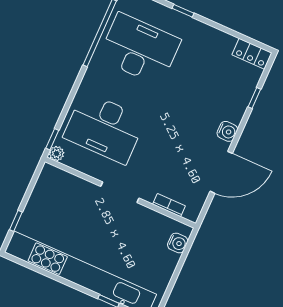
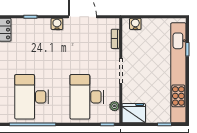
desk: (104, 128) -> (87, 97), turned 180
plant: (57, 154) -> (114, 106), moved
fridge: (51, 184) -> (134, 113), added

